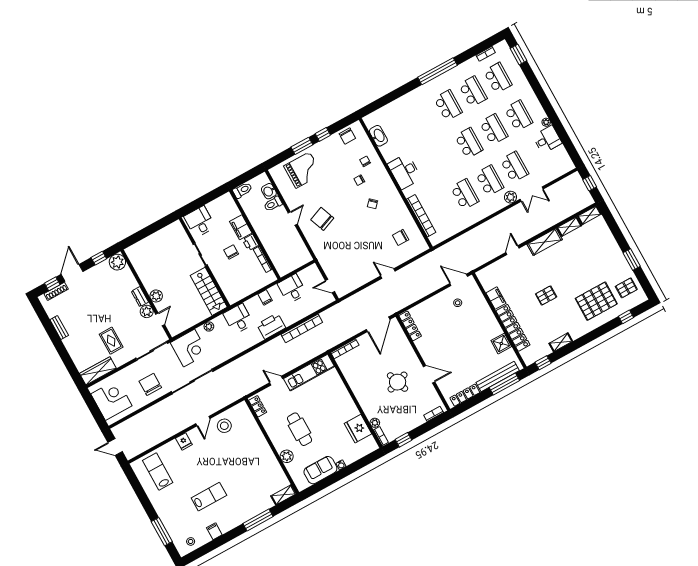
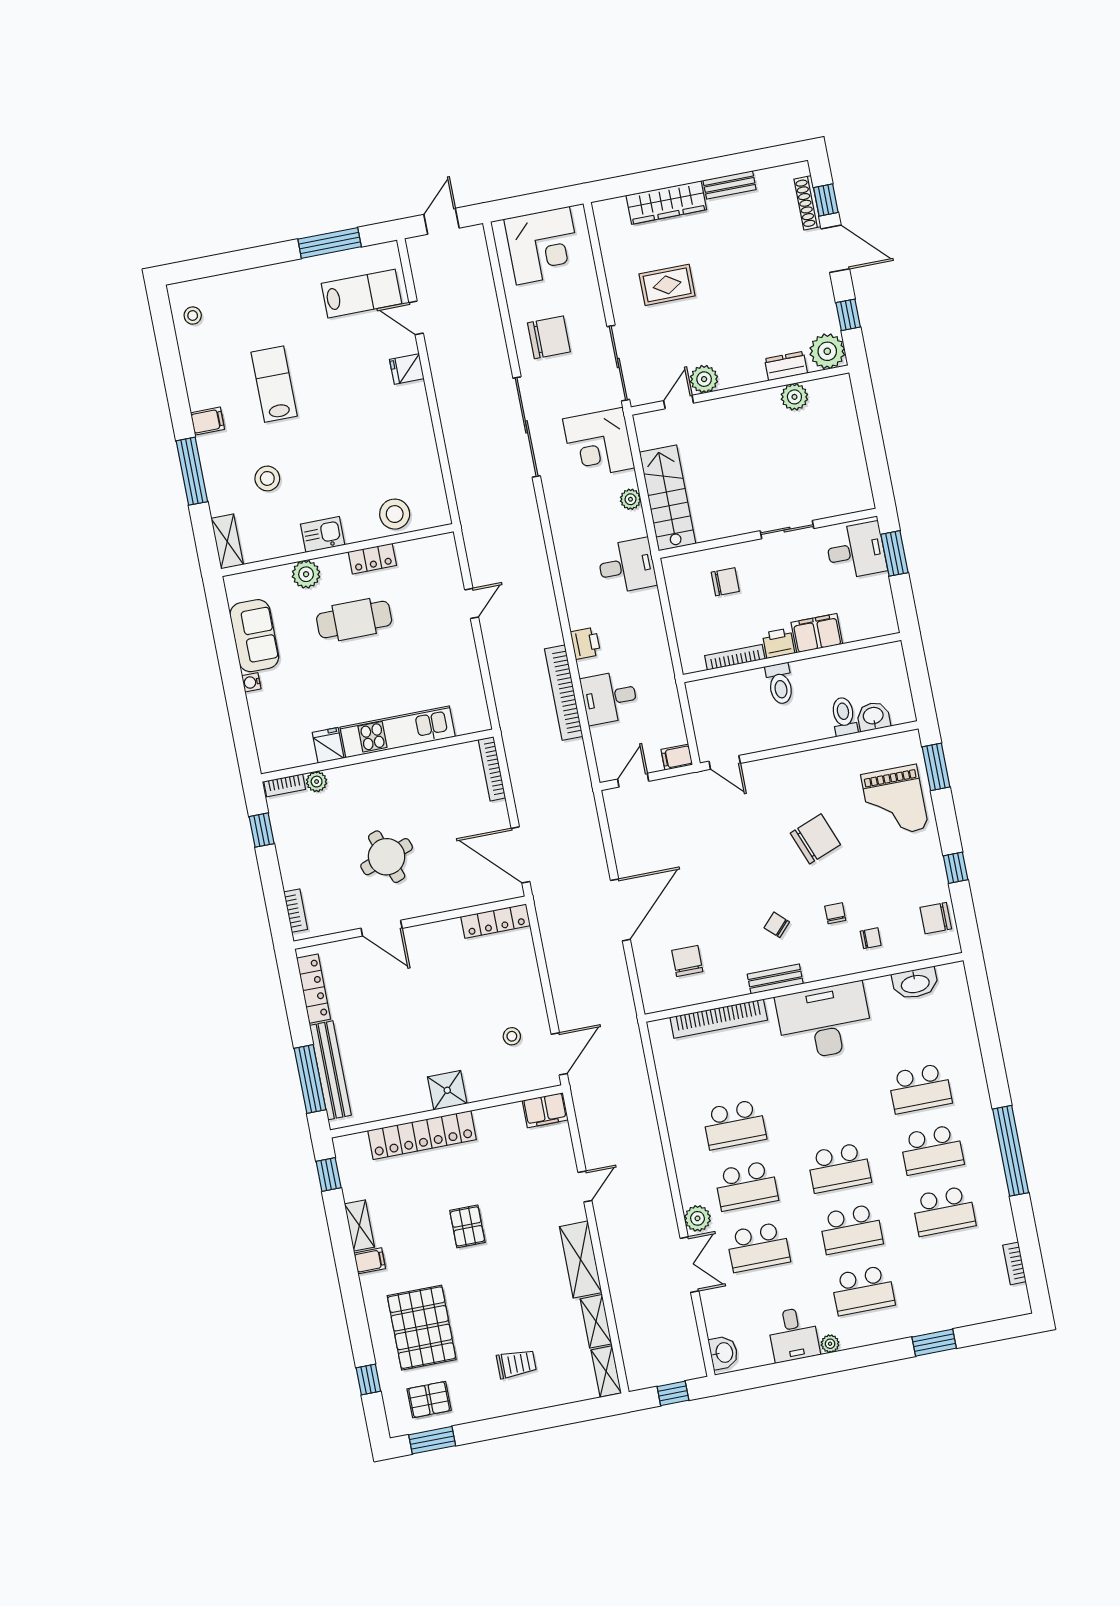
window: (518, 54) -> (934, 1343), moved
school desk: (498, 78) -> (920, 1088), moved
window: (302, 146) -> (936, 767), moved
washbasin: (565, 167) -> (724, 1353), added
desk: (405, 171) -> (824, 1021), width x1.36, depth x1.30
toilet: (242, 190) -> (780, 684), moved
double door: (532, 194) -> (689, 1265), swing flipped
bench: (396, 197) -> (775, 979), added
window: (195, 205) -> (895, 553), added
door: (293, 218) -> (725, 762), moved
chair: (322, 219) -> (815, 839), moved
door: (512, 250) -> (585, 1187), hinge flipped
chair: (231, 252) -> (725, 582), moved
trolley: (599, 255) -> (516, 1364), added
window: (632, 260) -> (432, 1440), moved
door: (388, 273) -> (620, 910), width x1.88
pallet: (626, 288) -> (429, 1400), turned 90
desk: (292, 289) -> (609, 698), moved, turned 180
stairs: (209, 291) -> (668, 498), moved, turned 90
plant: (156, 296) -> (794, 397), moved
dresser: (140, 297) -> (786, 366), moved
filing cabinet: (265, 297) -> (677, 757), moved
filing cabinet: (496, 298) -> (545, 1110), moved
door: (160, 319) -> (679, 402), swing flipped
printer: (271, 326) -> (585, 643), width x0.53, depth x0.68
filing cabinet: (575, 333) -> (370, 1261), added
shower: (501, 344) -> (447, 1090), moved
wardrobe: (98, 371) -> (666, 202), moved, turned 90
kitchen unit: (309, 373) -> (398, 732), moved, turned 90
door: (429, 374) -> (382, 928), hinge flipped
locker: (258, 406) -> (372, 559), moved
door: (203, 421) -> (416, 318), moved
stool: (224, 426) -> (395, 514), moved
fridge: (358, 429) -> (328, 745), width x0.53, depth x0.75
kitchen sink: (267, 455) -> (323, 534), added
stool: (251, 486) -> (267, 478), added
lab bench: (209, 497) -> (274, 384), turned 180
filing cabinet: (214, 531) -> (208, 421), moved
window: (162, 532) -> (330, 243), moved

